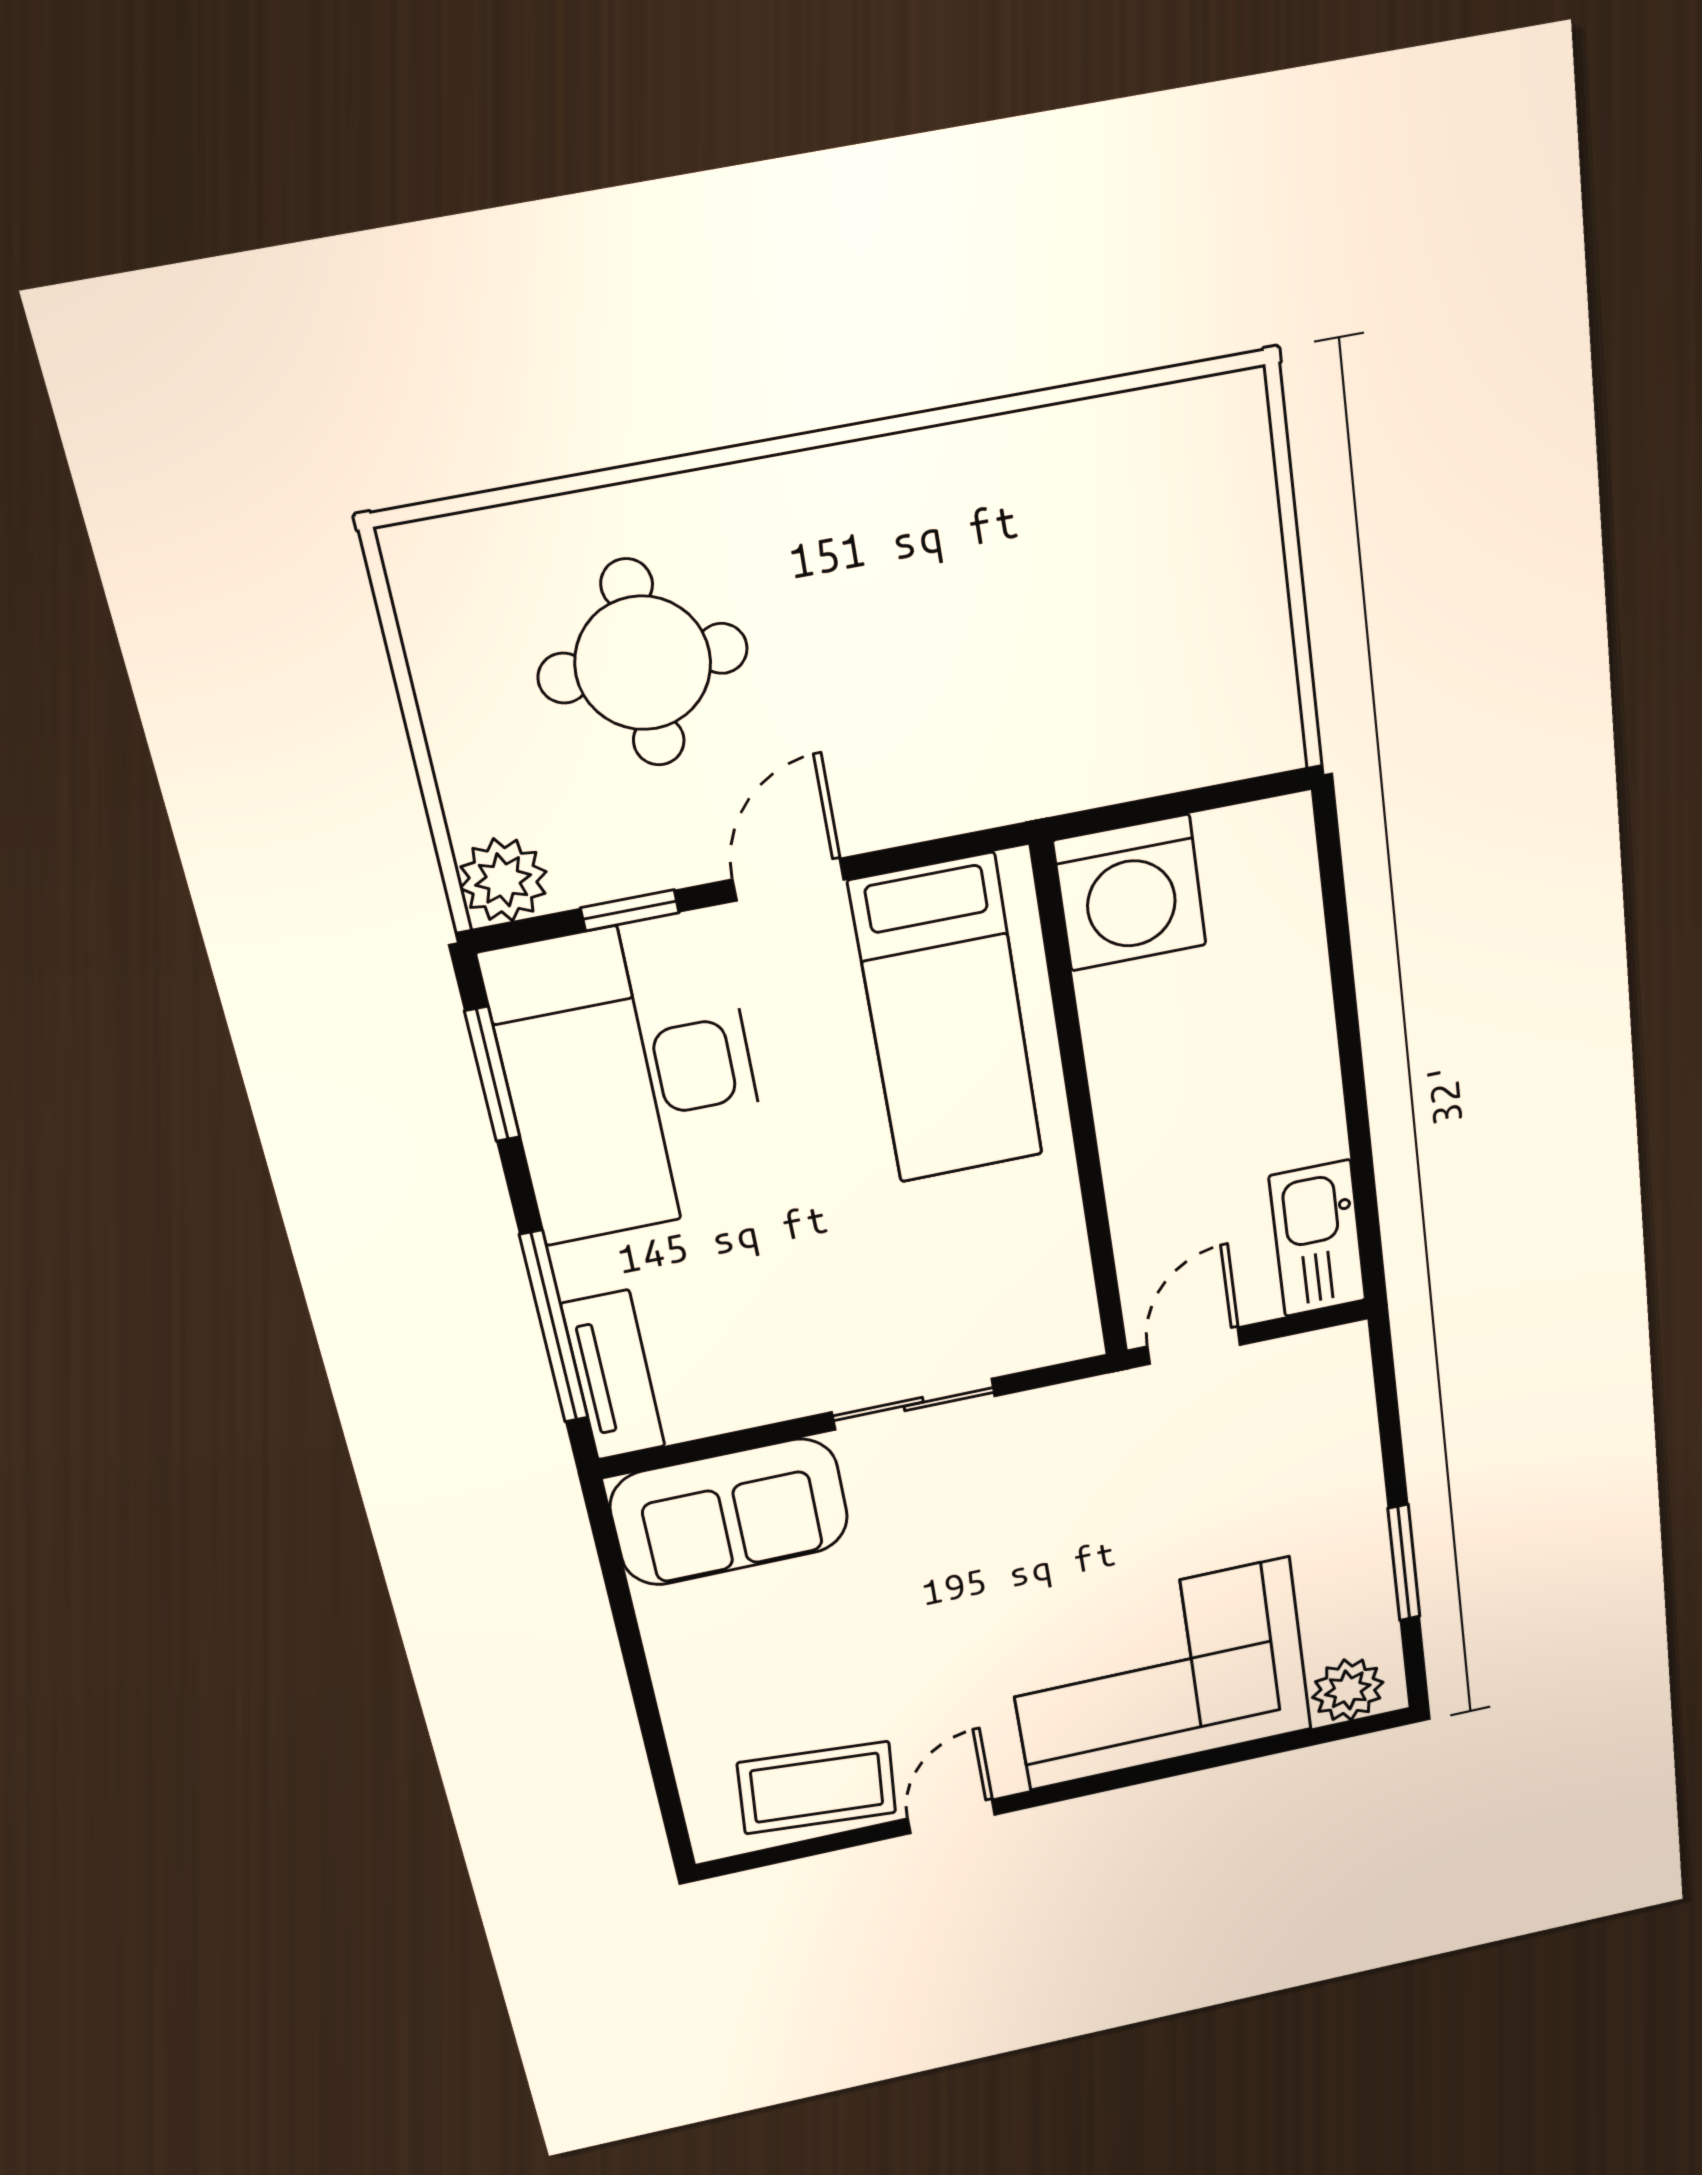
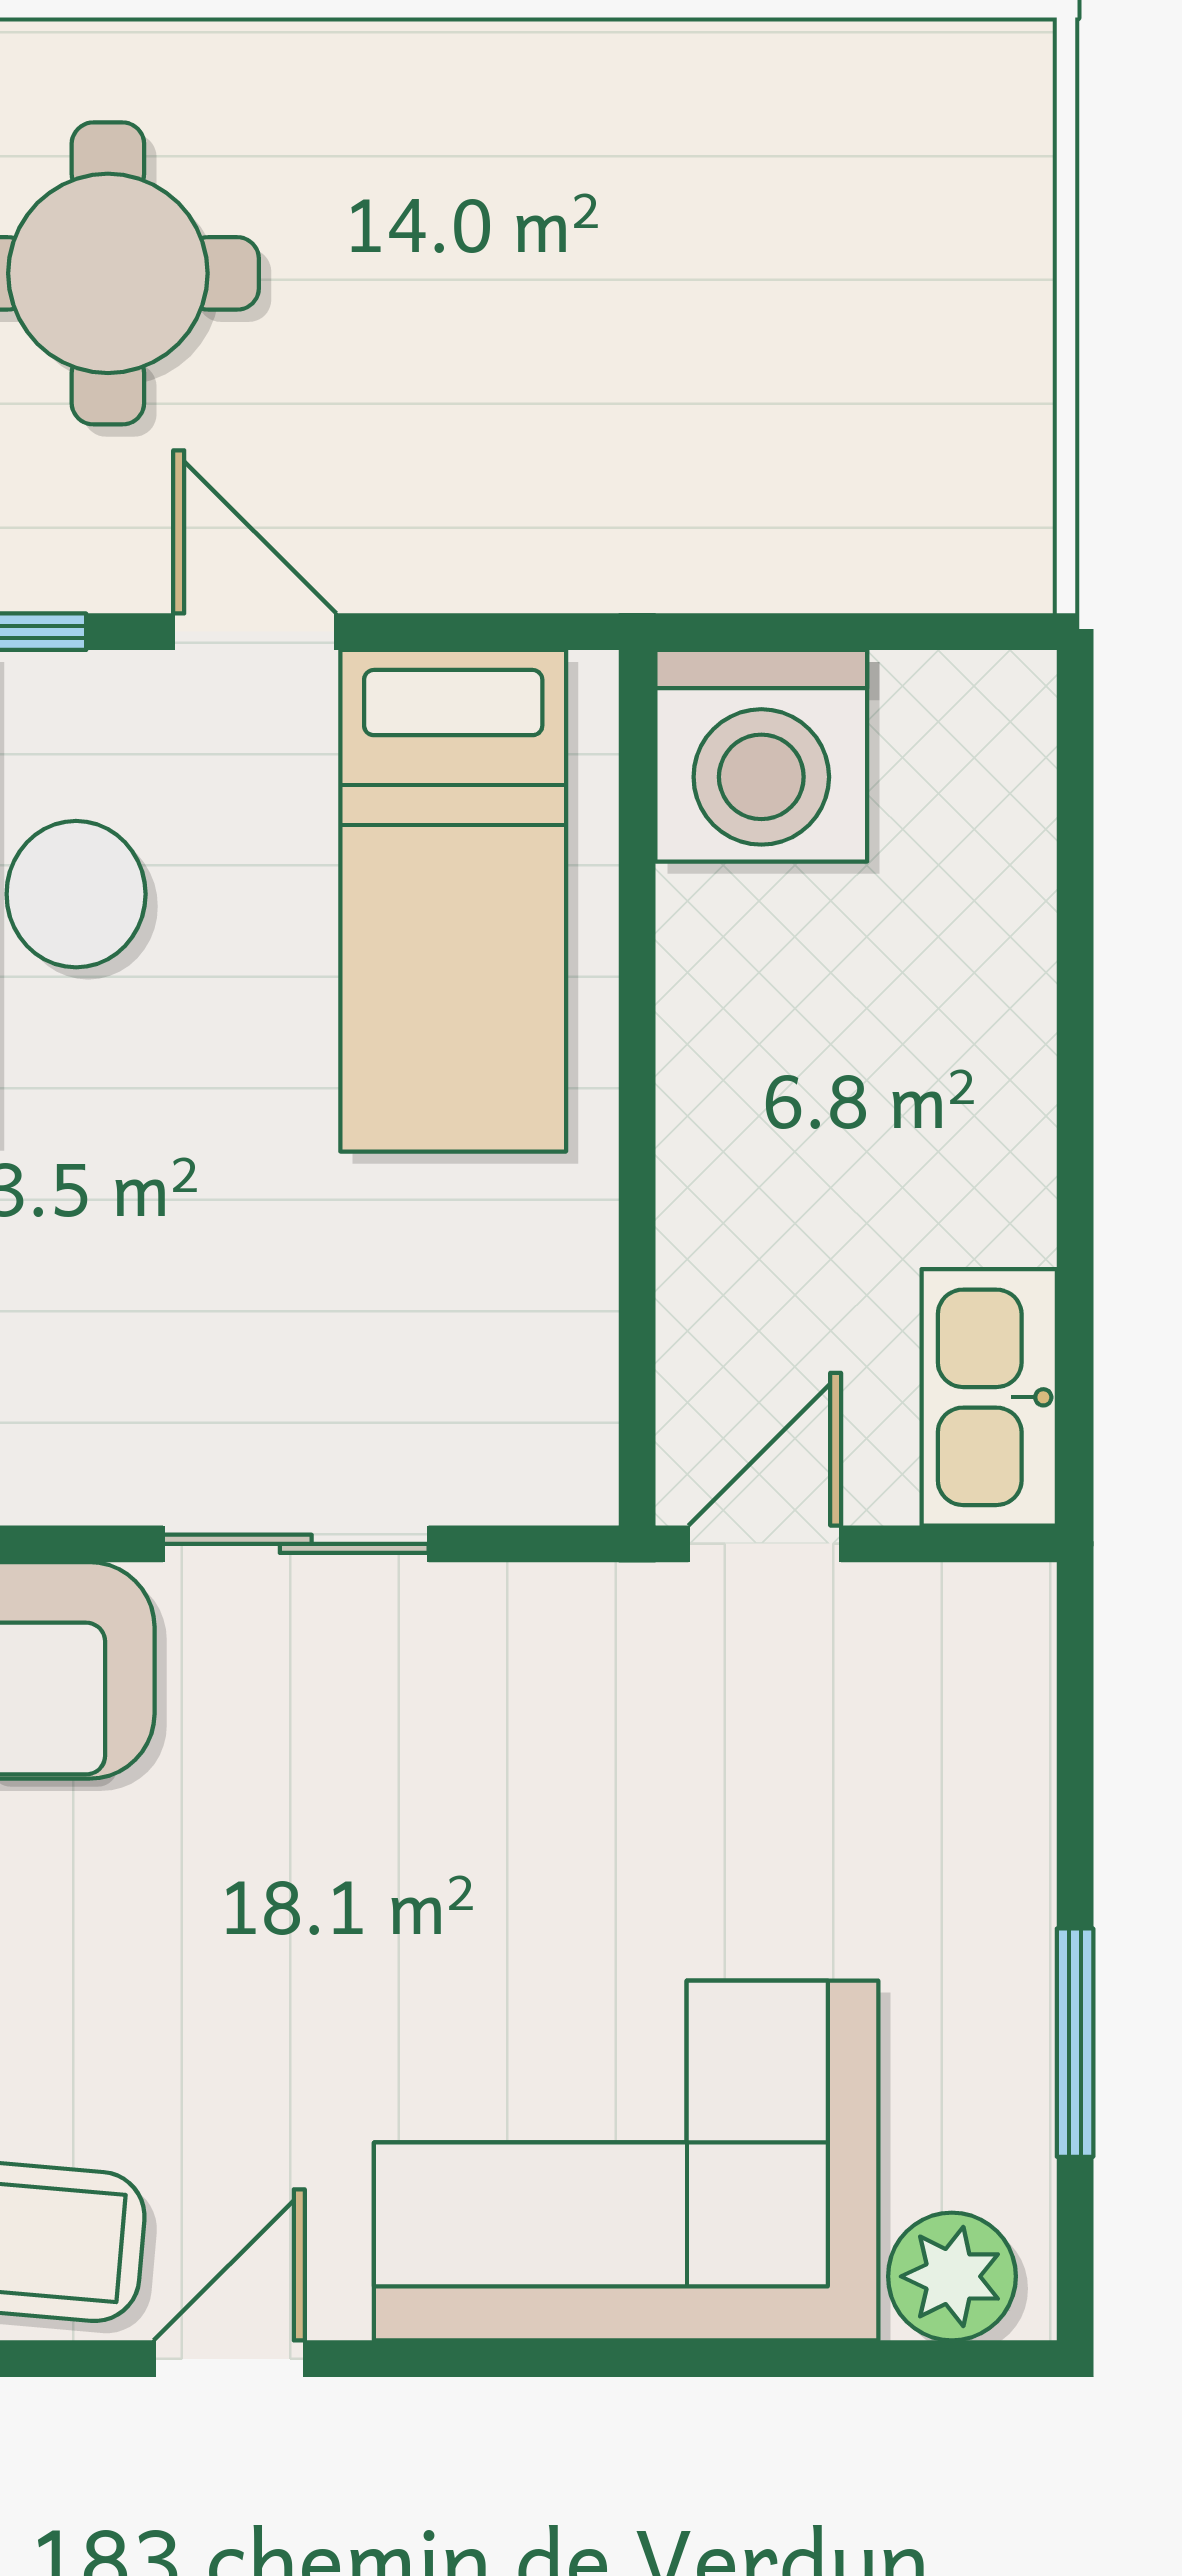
door: (788, 880) -> (255, 632), hinge flipped

